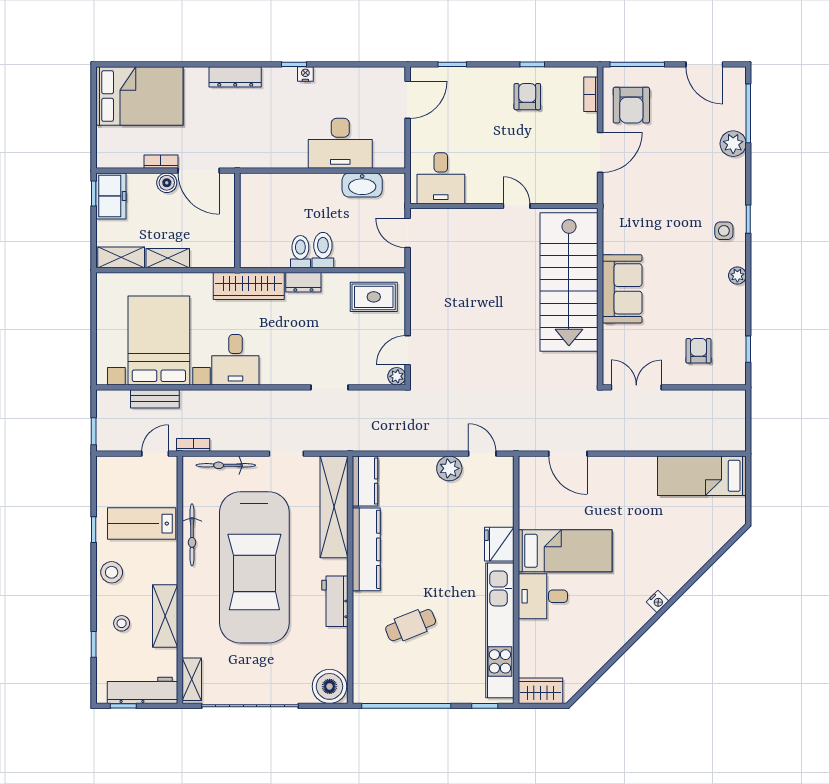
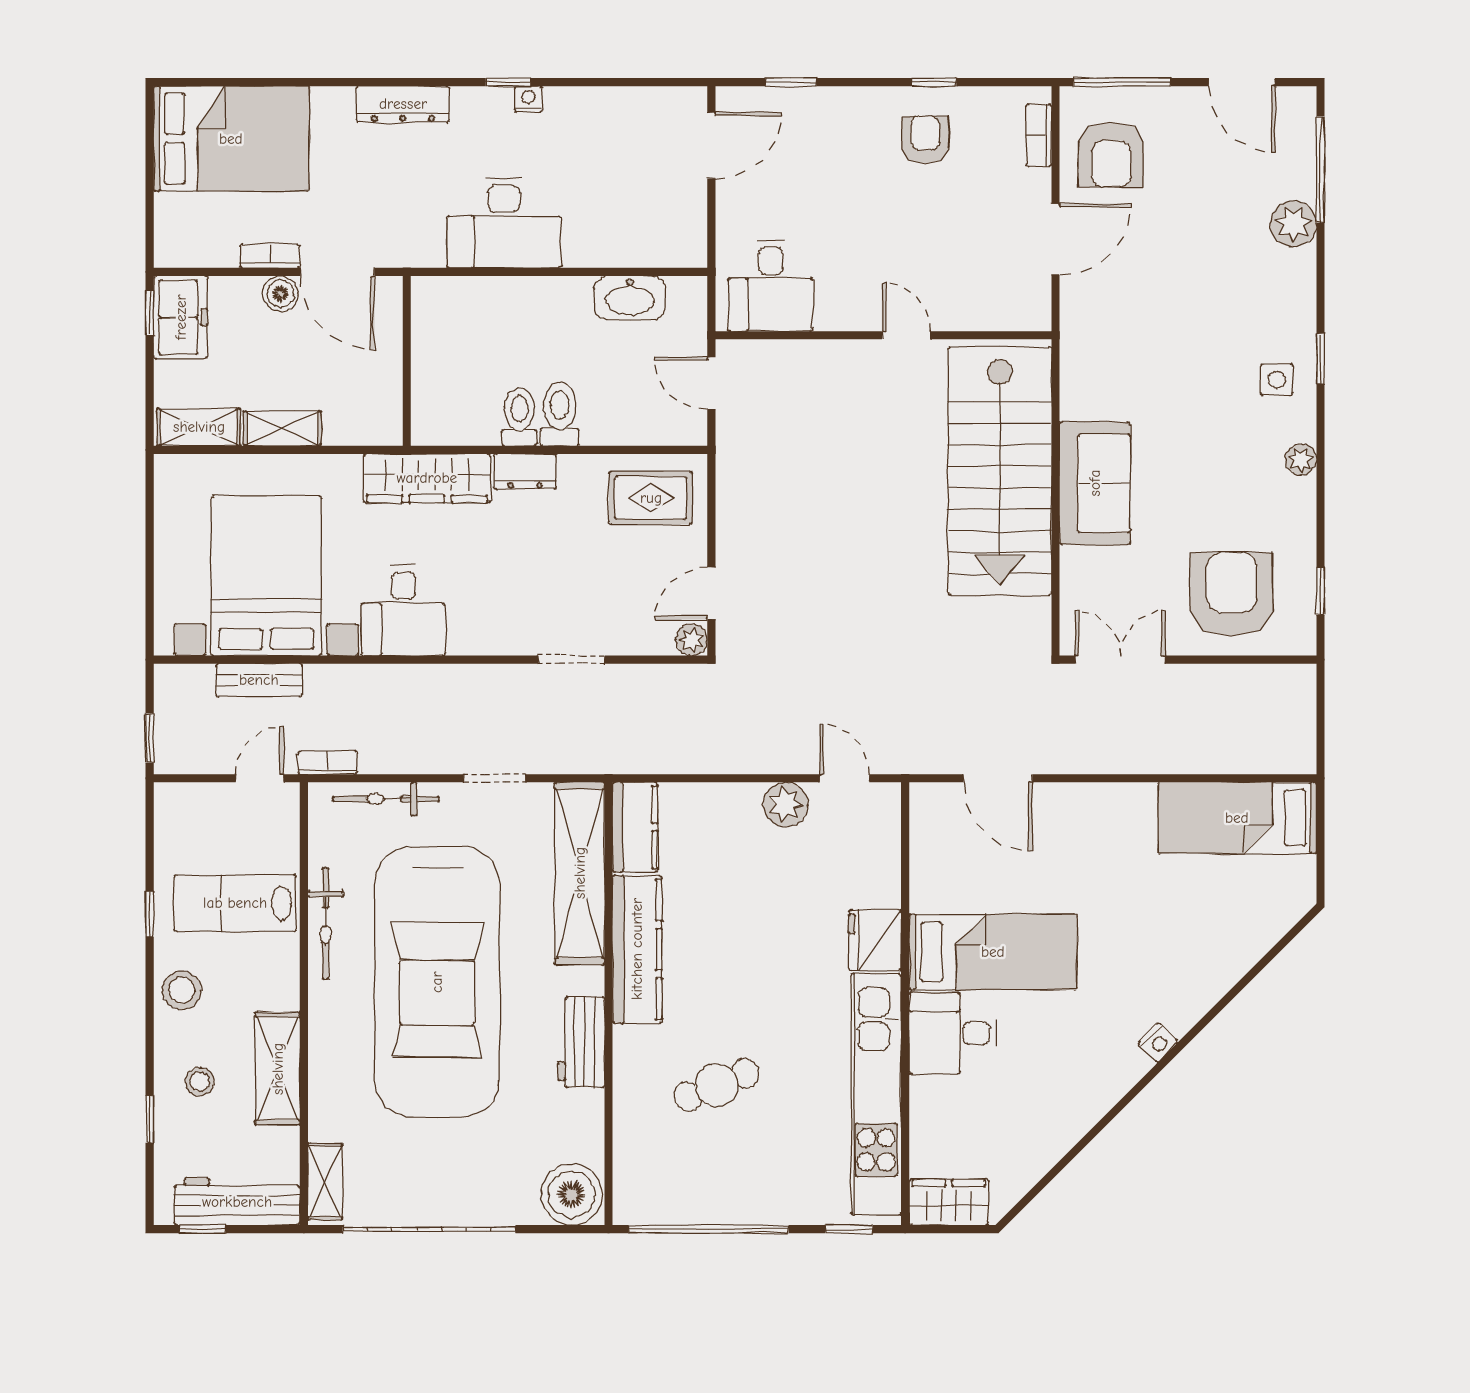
desk: (340, 143) -> (504, 223), moved
armchair: (699, 351) -> (1231, 594), width x1.88, depth x1.88

